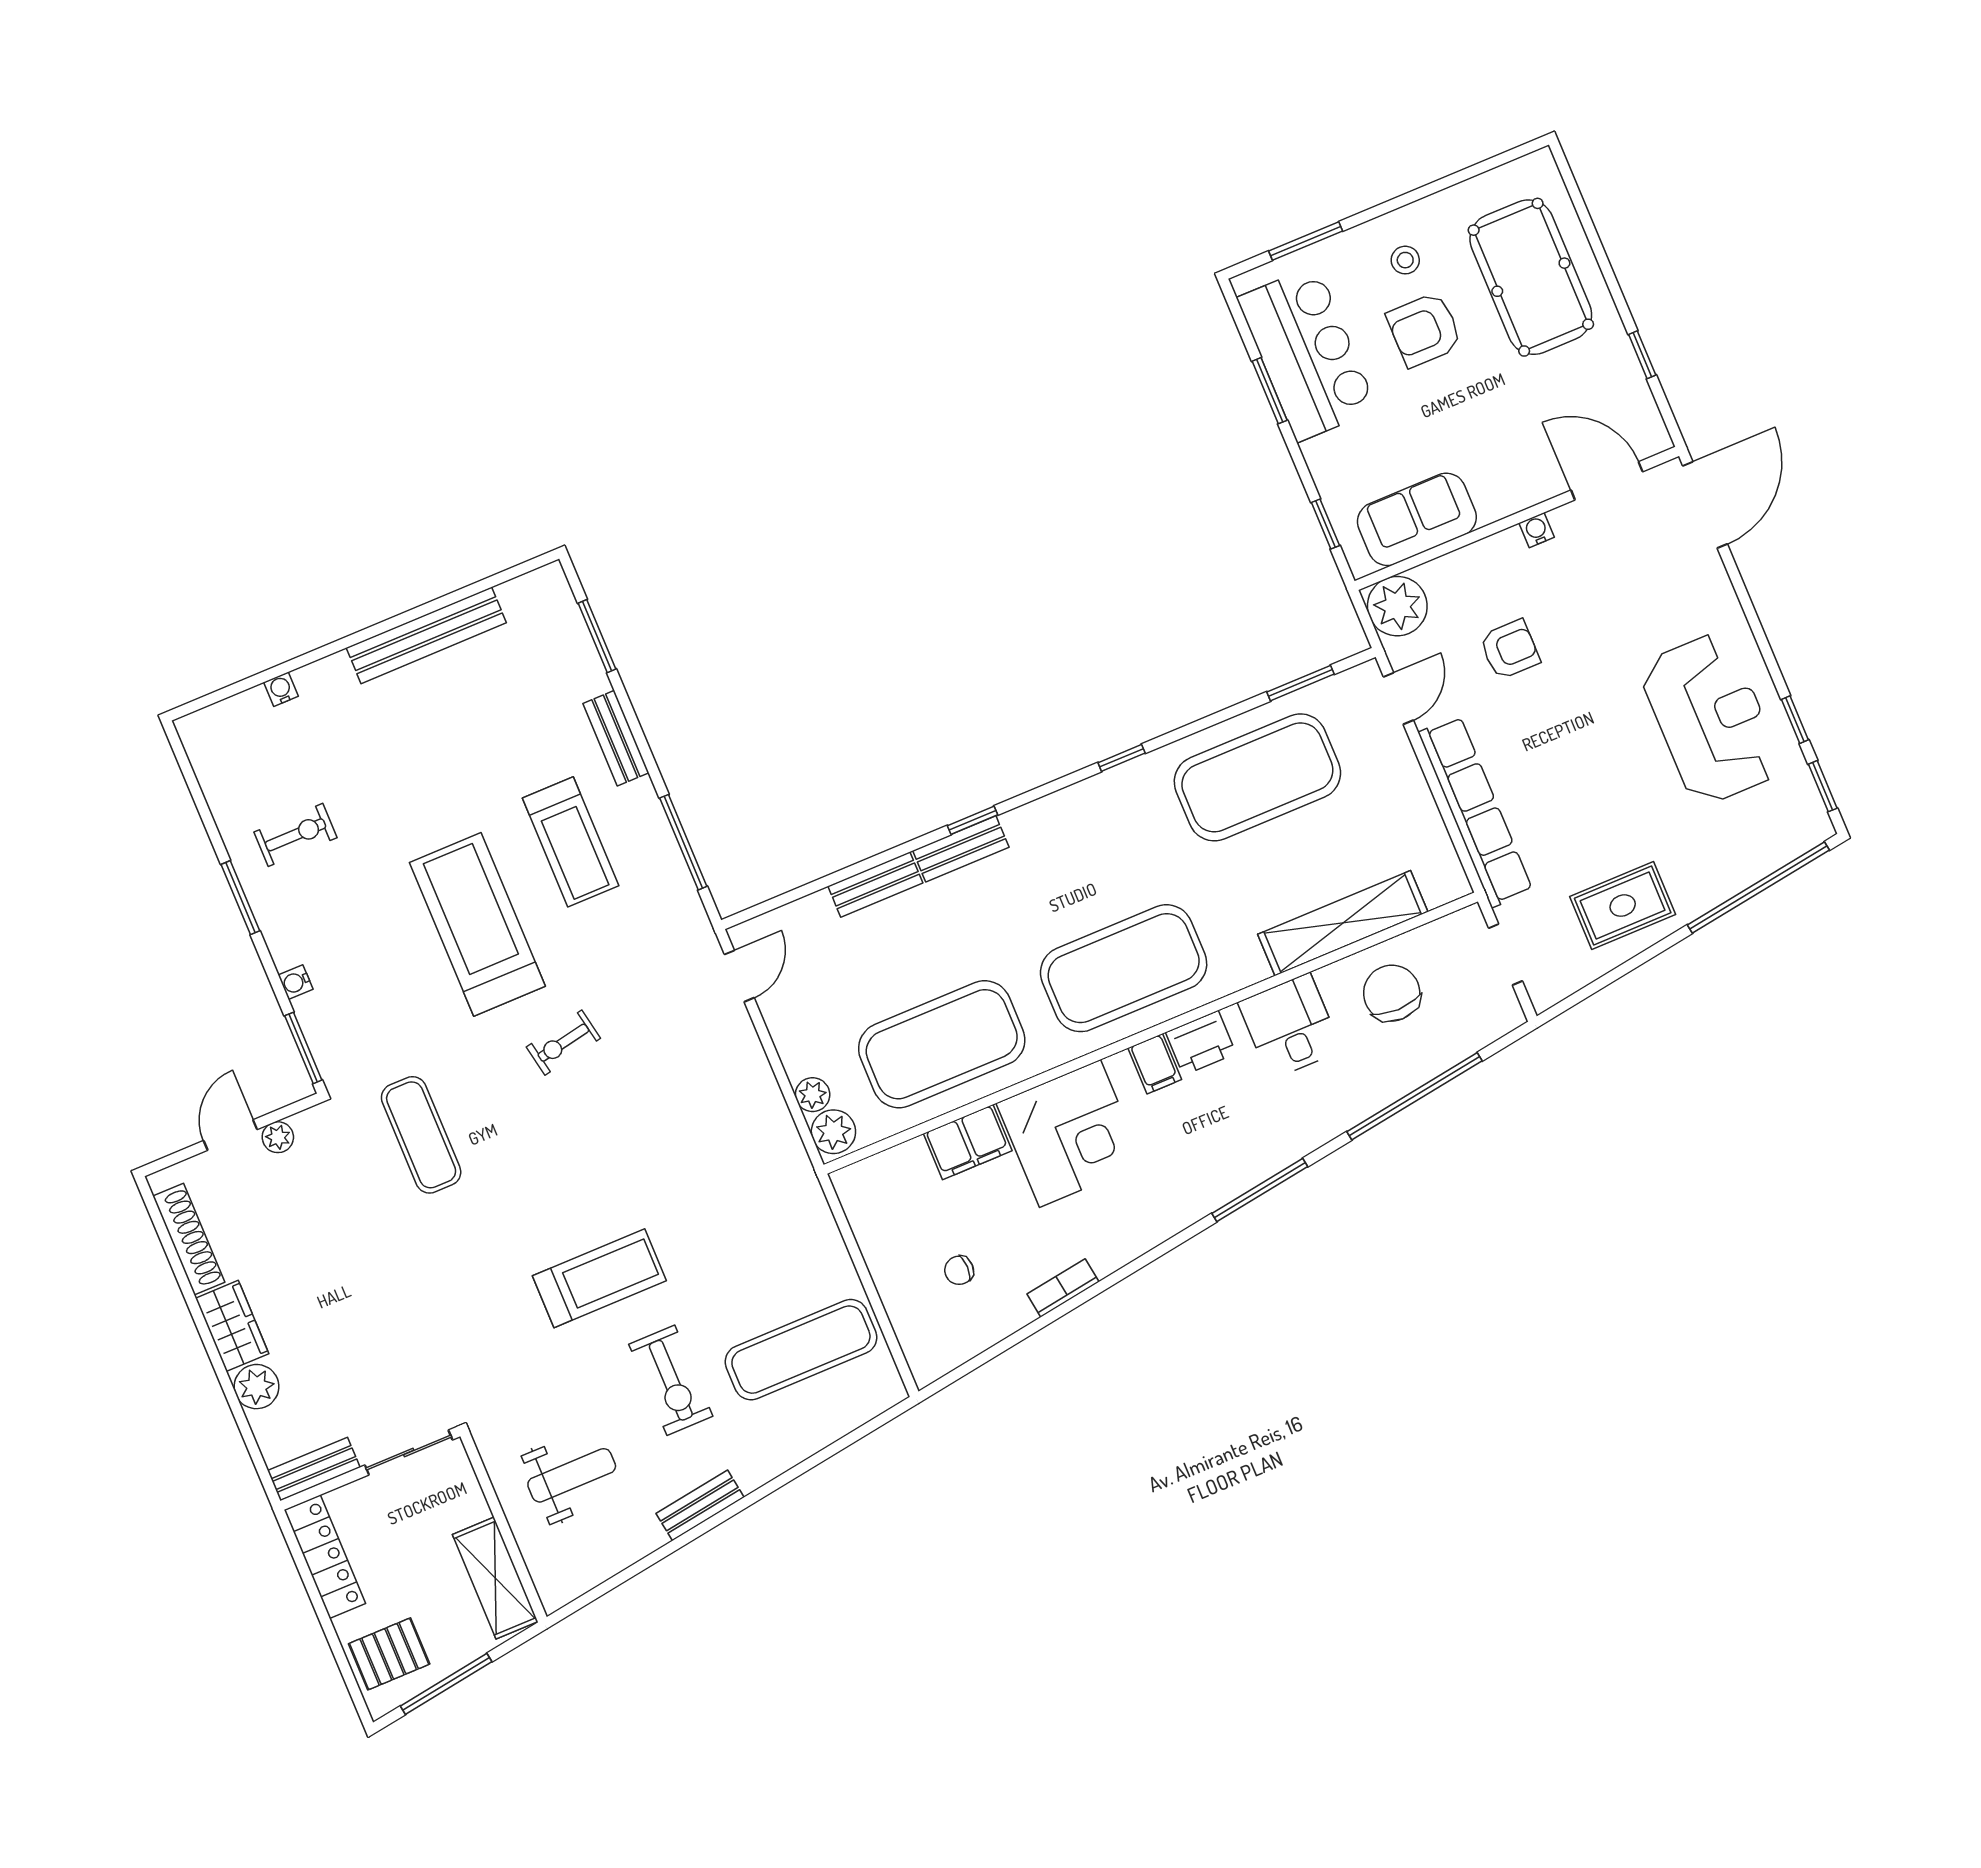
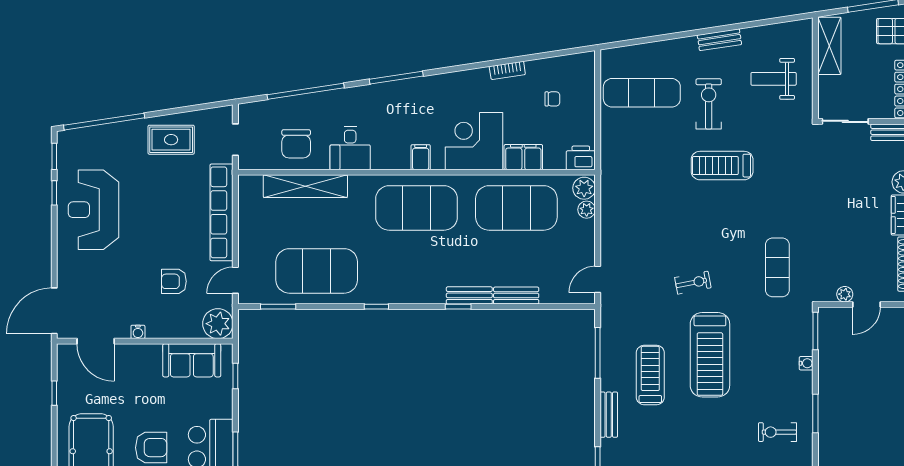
printer: (1201, 1043) -> (581, 158), moved

